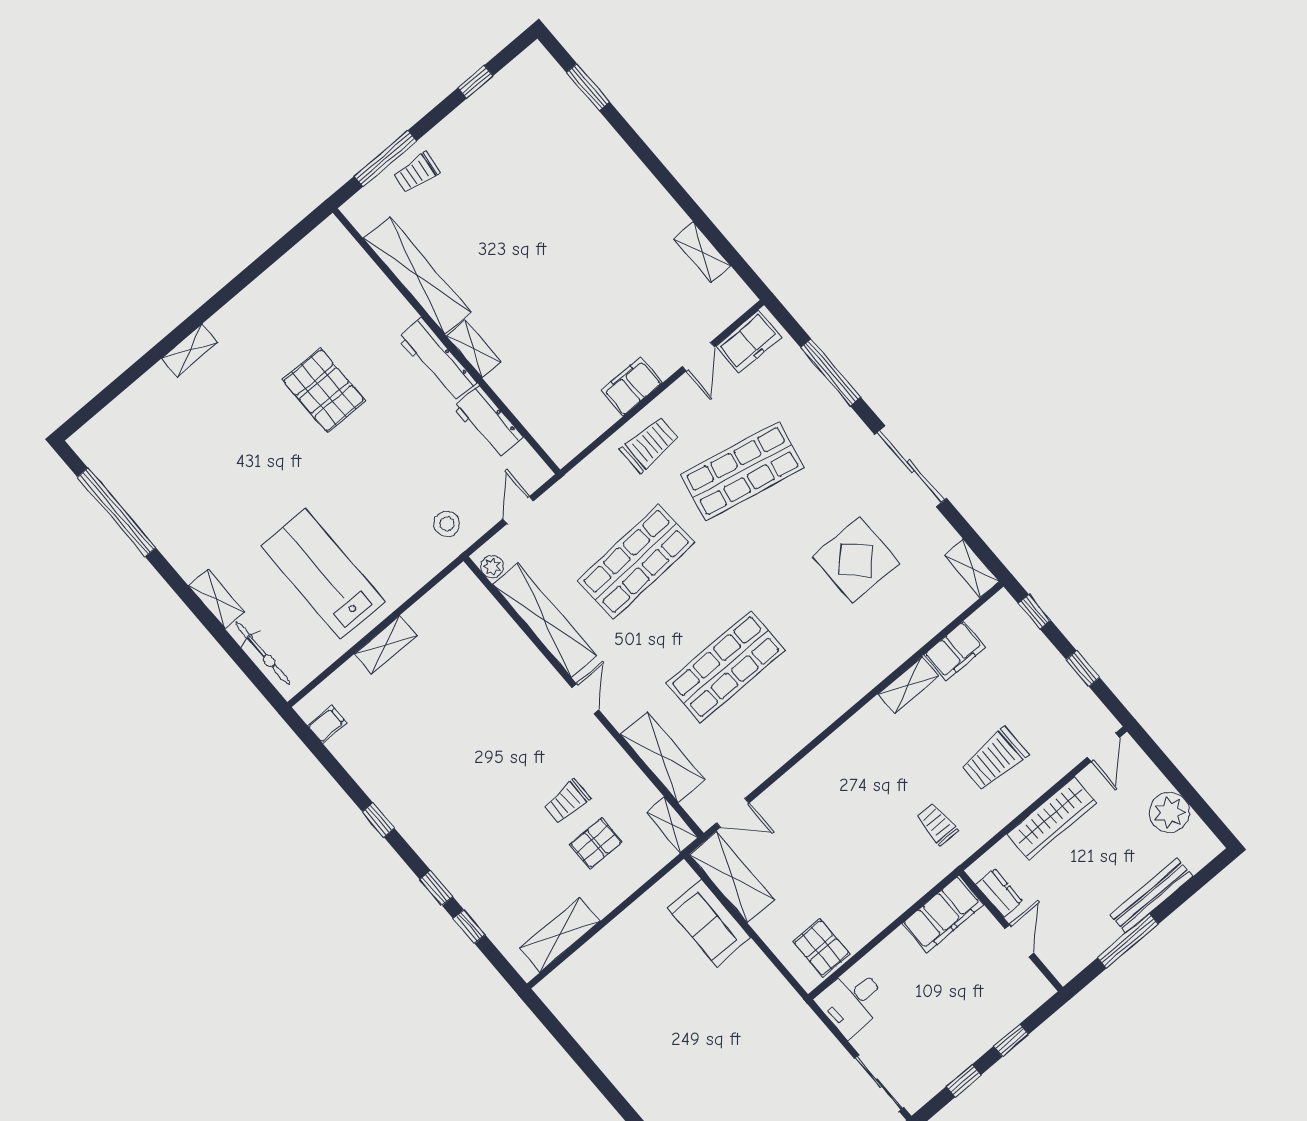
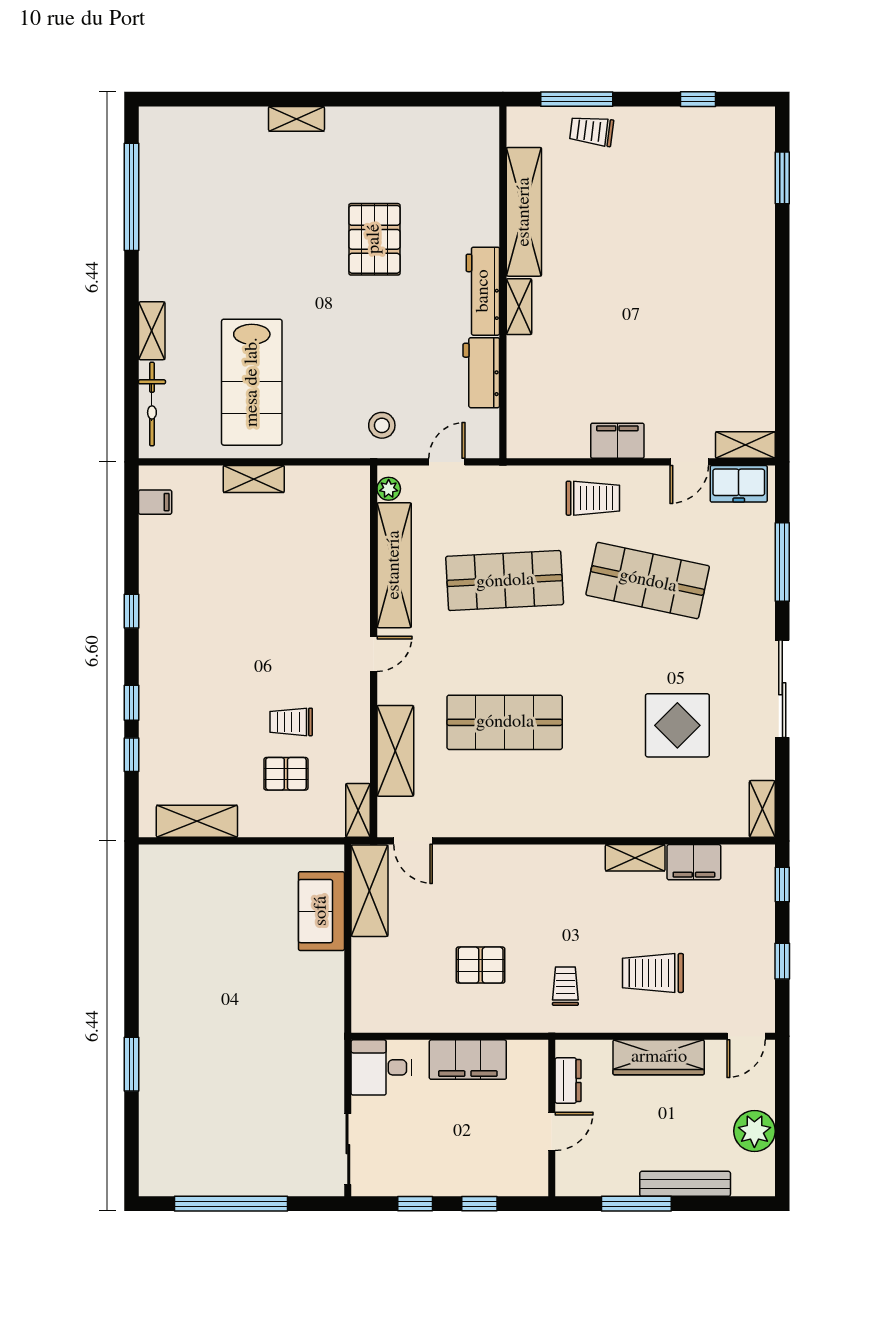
shelving: (702, 252) -> (745, 445), moved, turned 90
lab bench: (323, 574) -> (252, 382), turned 180
filing cabinet: (943, 914) -> (468, 1060), moved
pallet: (821, 948) -> (481, 965), moved, turned 90

